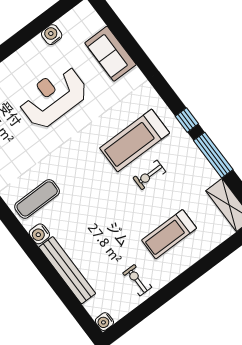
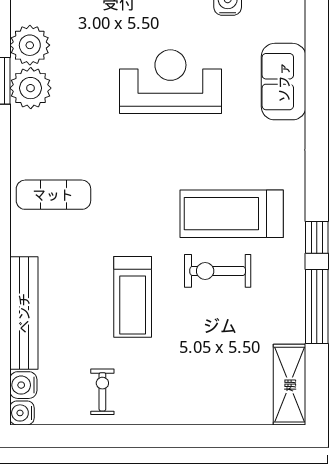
exercise bike: (149, 175) -> (218, 271), width x1.38, depth x1.39
water cooler: (39, 234) -> (23, 385), moved
treadmill: (169, 234) -> (133, 297), moved, turned -90

